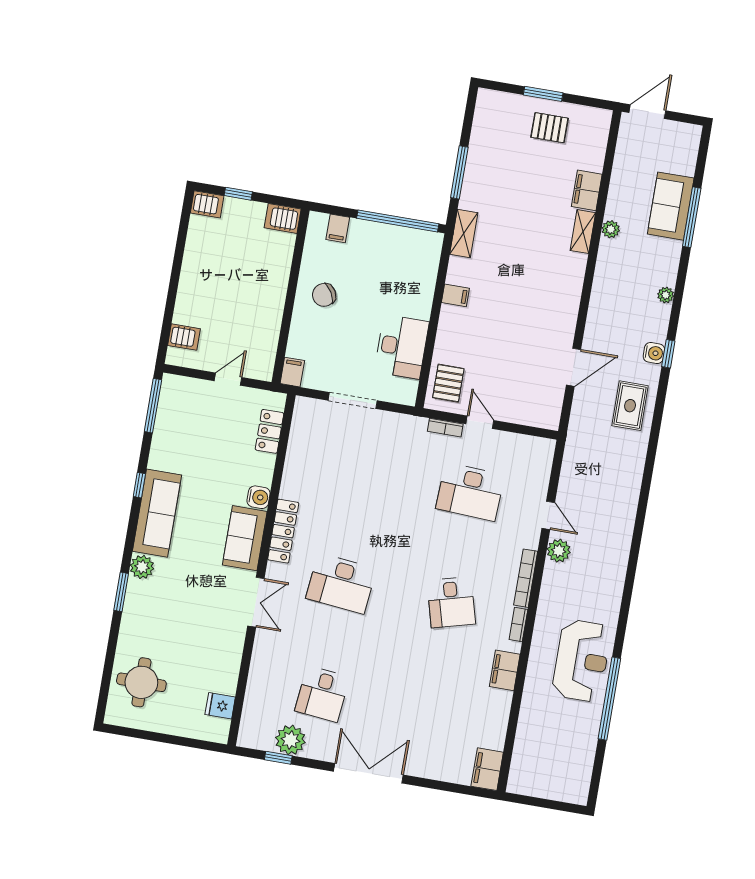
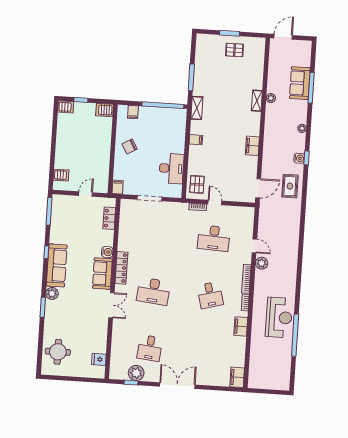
filing cabinet: (587, 190) -> (252, 146), moved
door: (574, 367) -> (258, 188), moved

